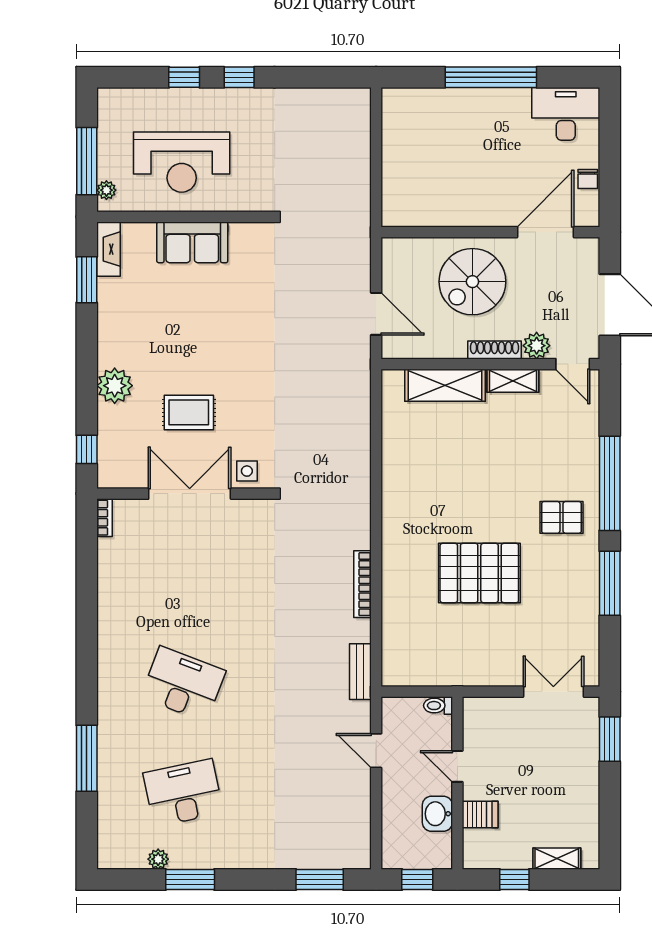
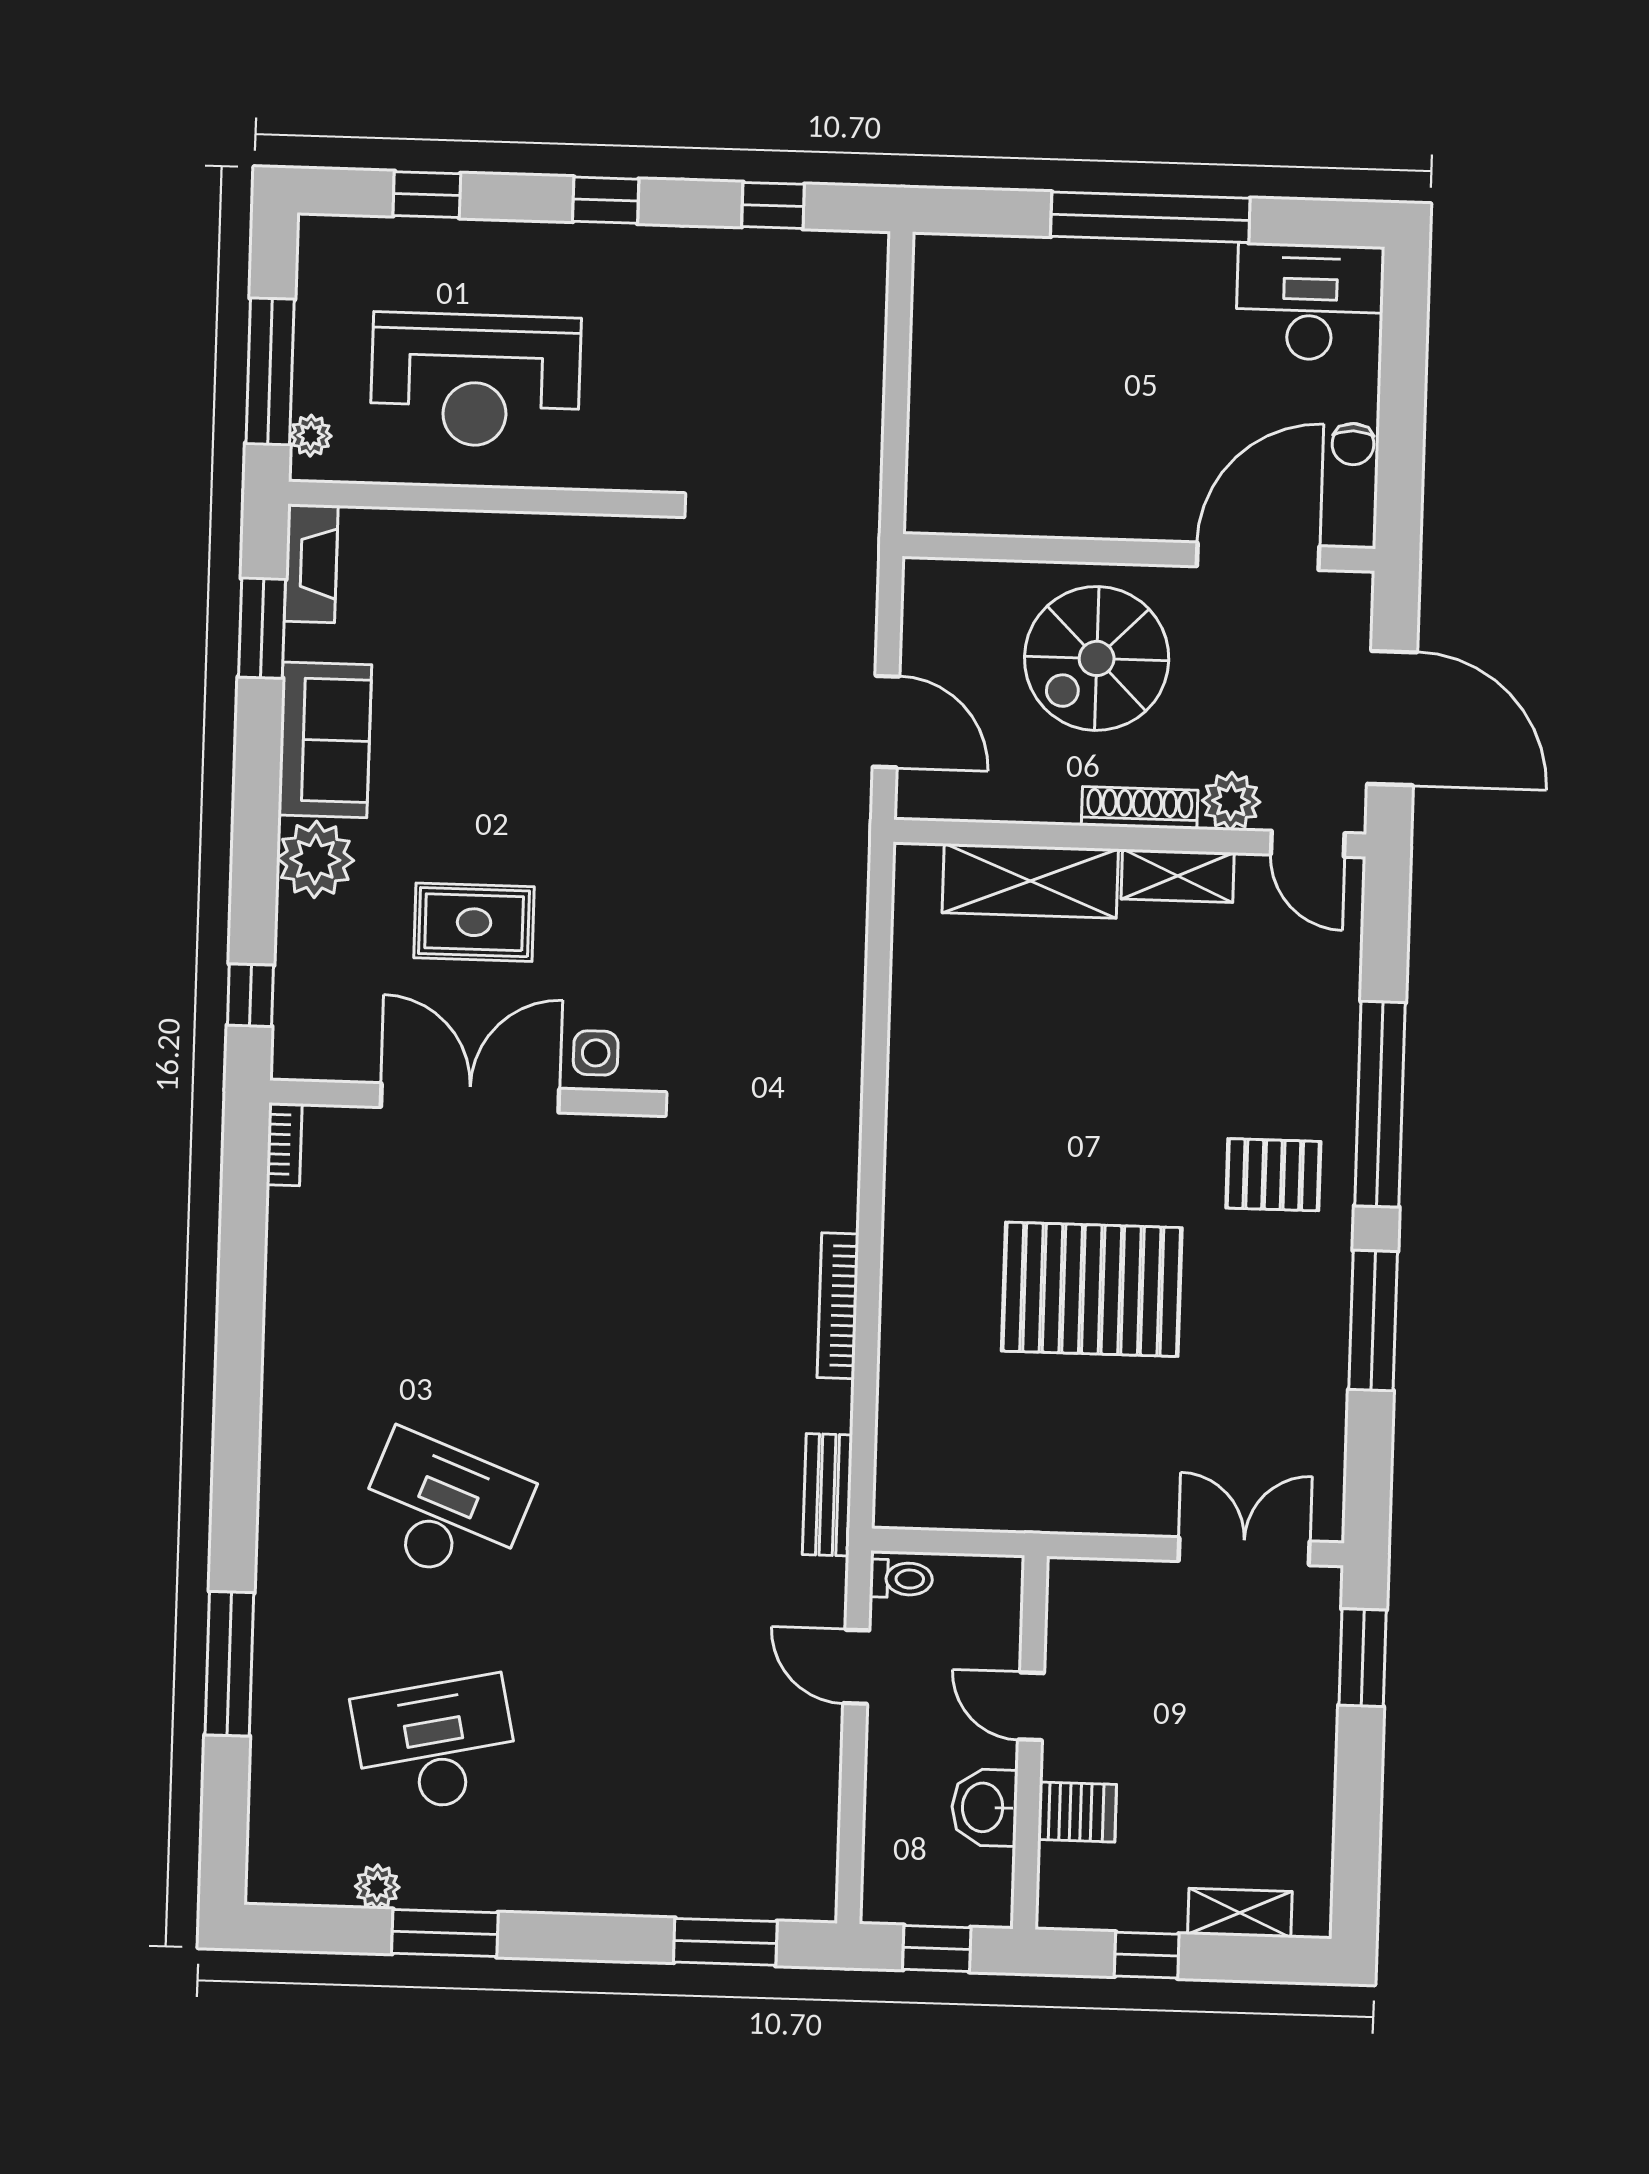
window: (184, 77) -> (427, 195), moved
window: (316, 77) -> (773, 205), added
sofa: (192, 242) -> (325, 740), moved, turned -90
toilet: (438, 706) -> (901, 1579), moved, turned 180

